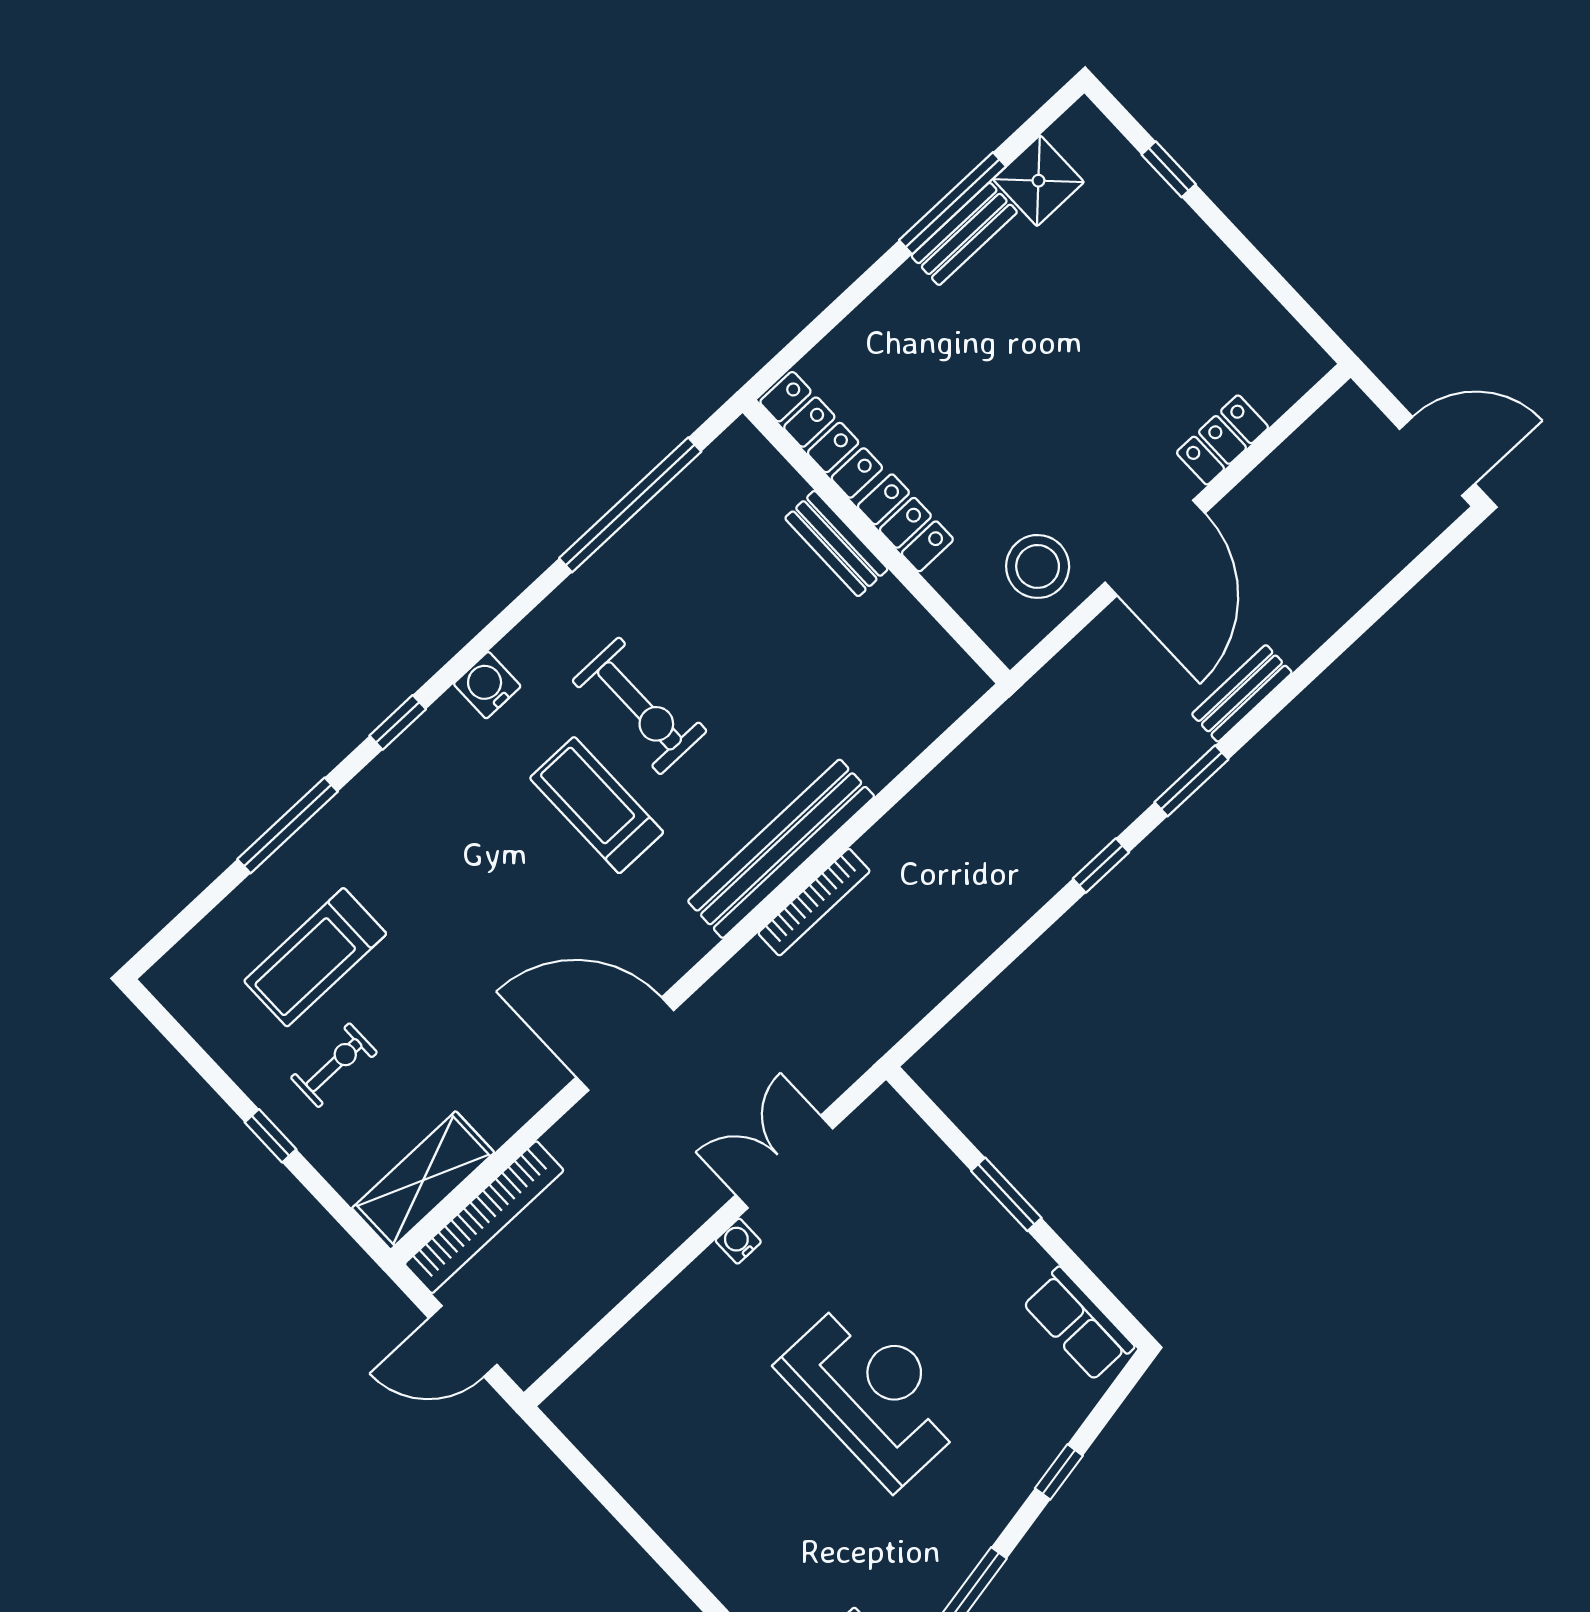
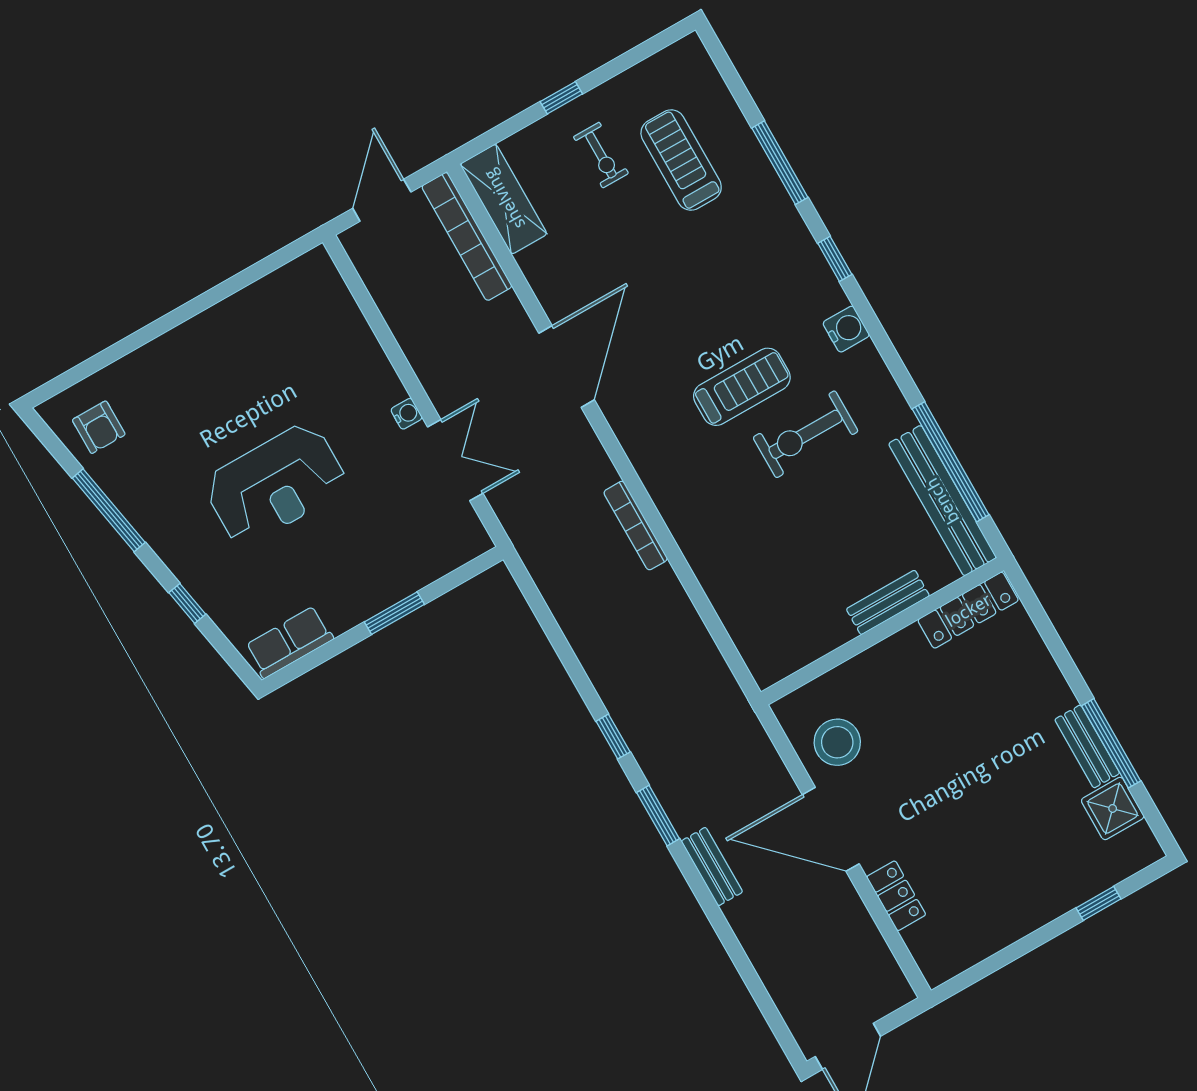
locker: (905, 523) -> (891, 655), removed
bench: (781, 849) -> (942, 501), moved

